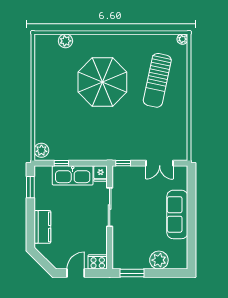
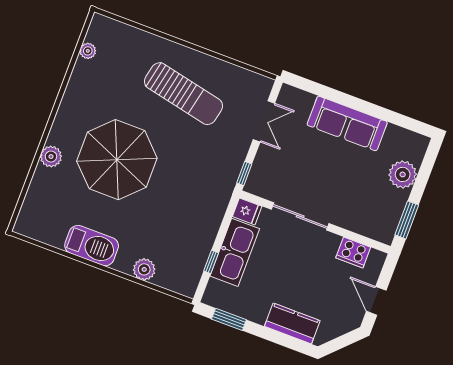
plant: (182, 39) -> (88, 51), moved
plant: (65, 41) -> (51, 156), moved
sun lounger: (157, 80) -> (184, 94), moved
barbecue: (44, 86) -> (92, 246), added
plant: (41, 150) -> (144, 269), moved
cooker: (98, 262) -> (353, 253), moved, turned -90

